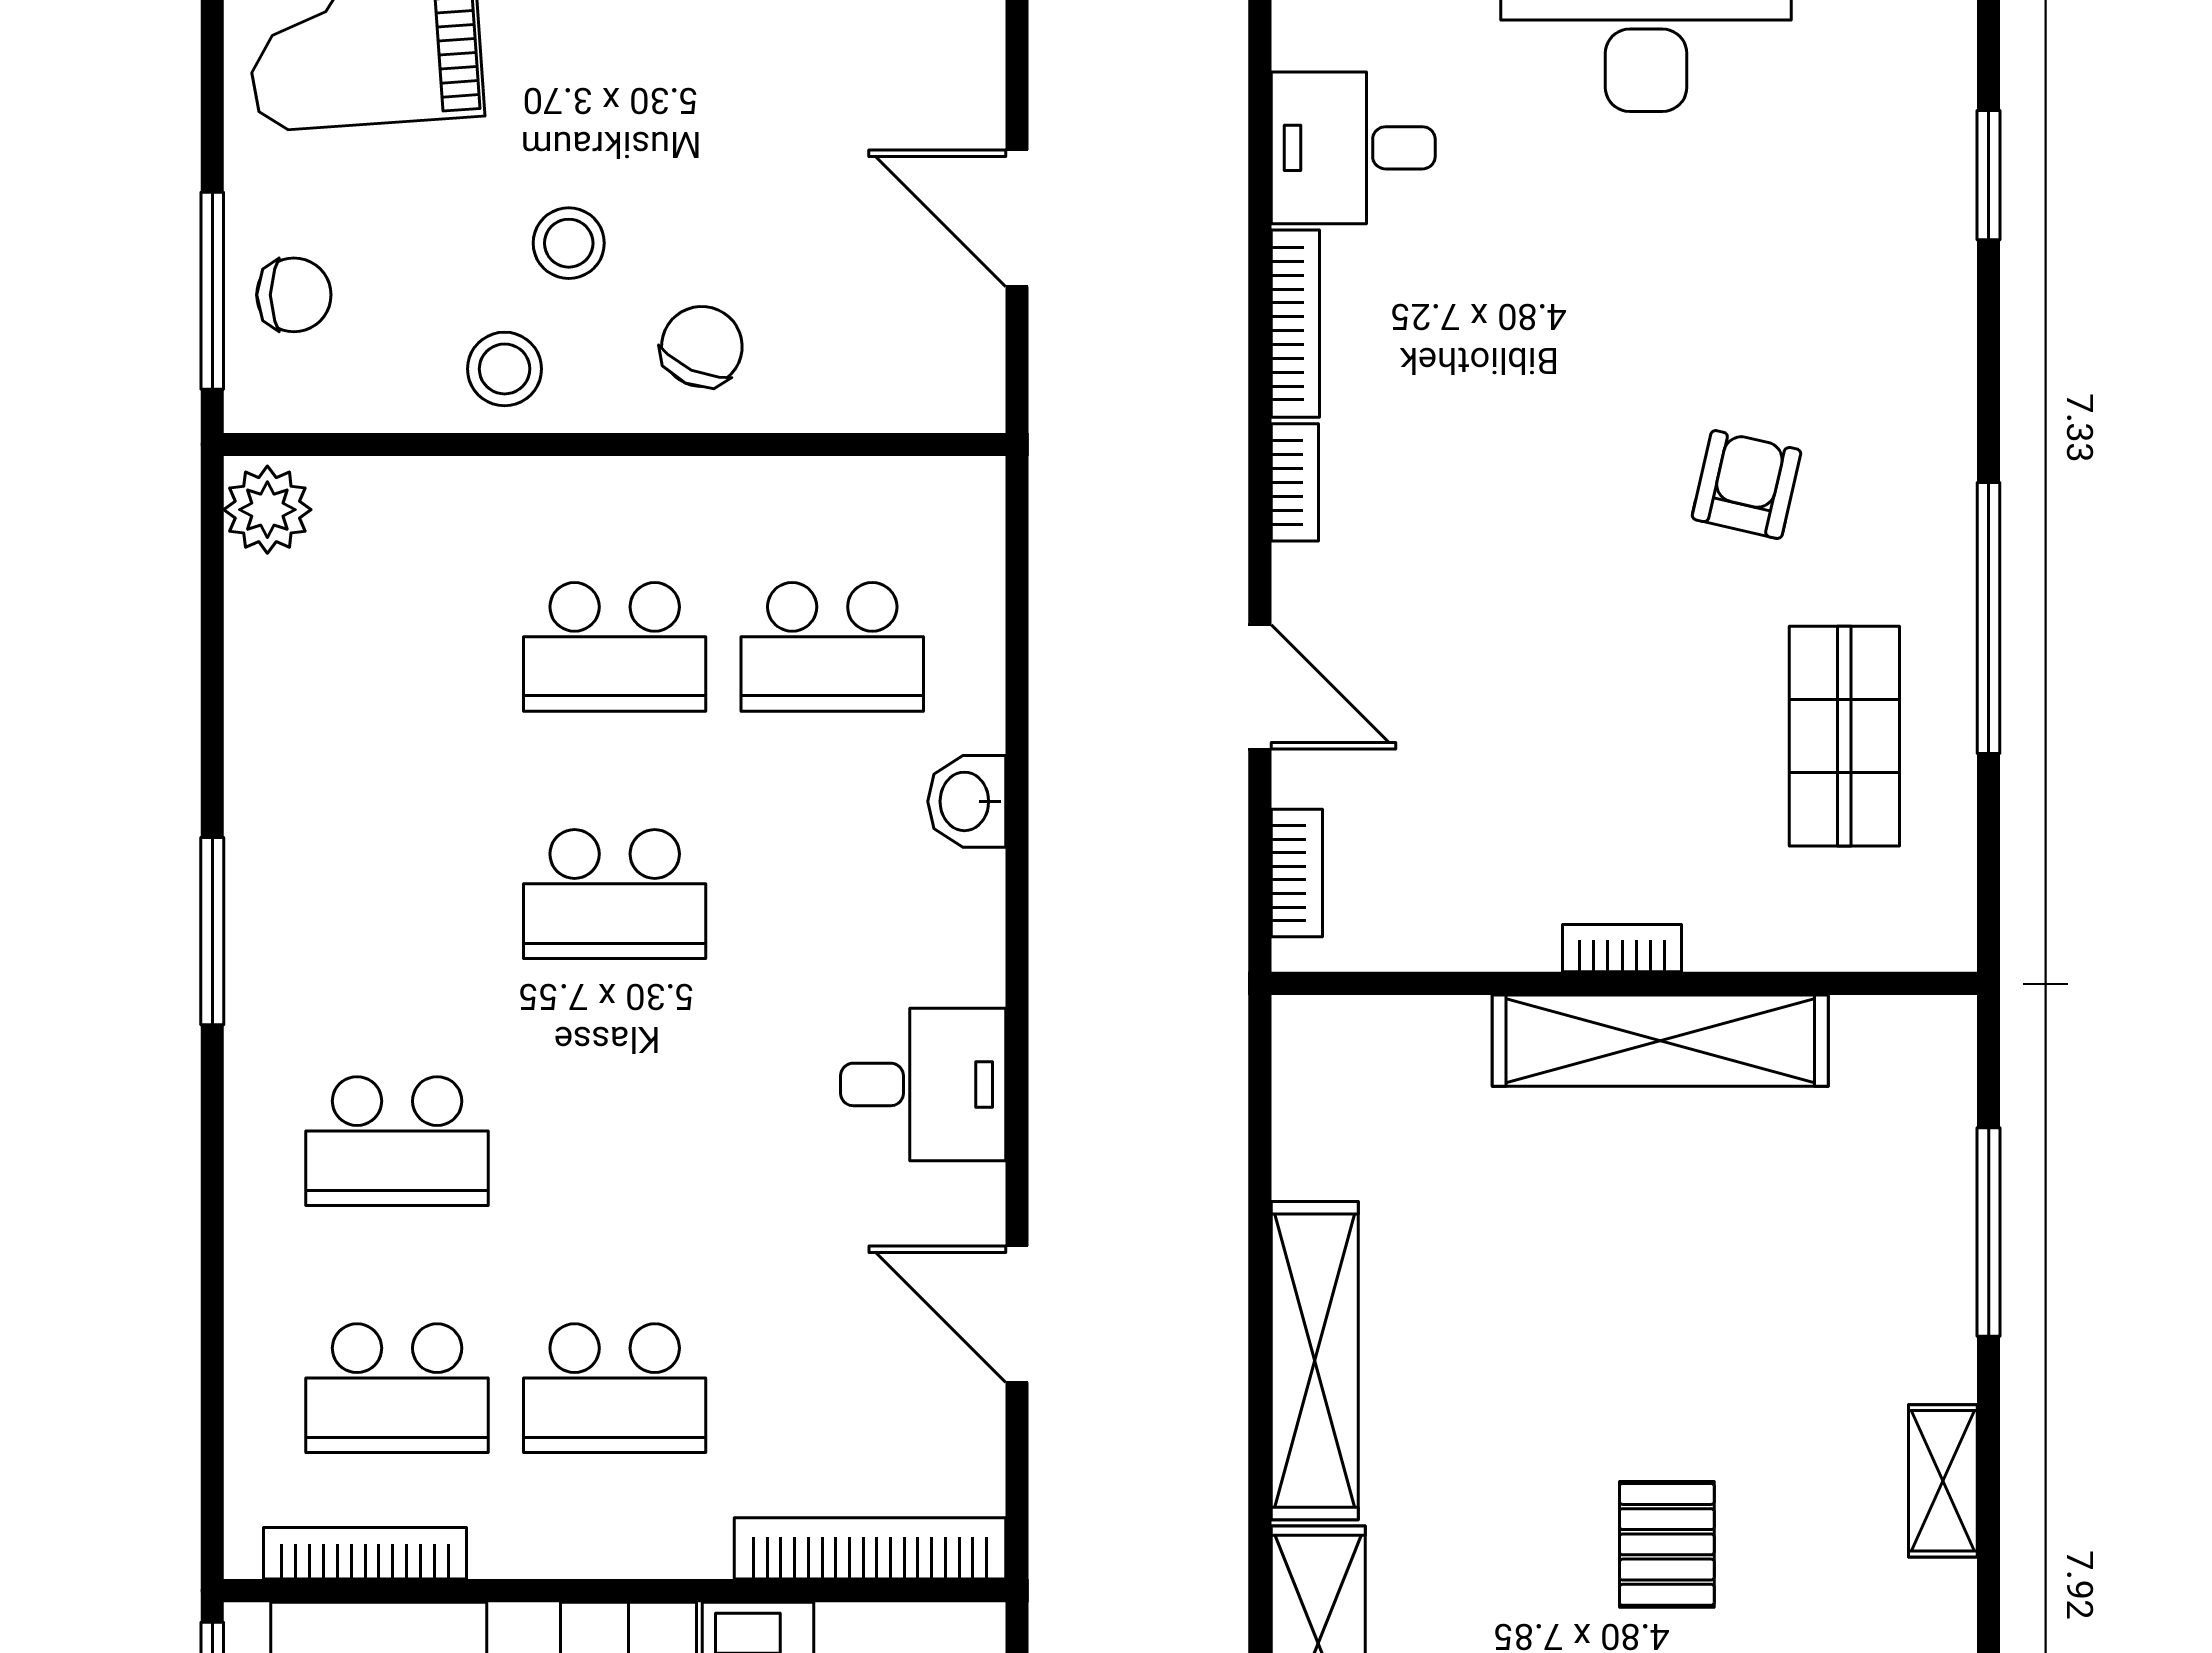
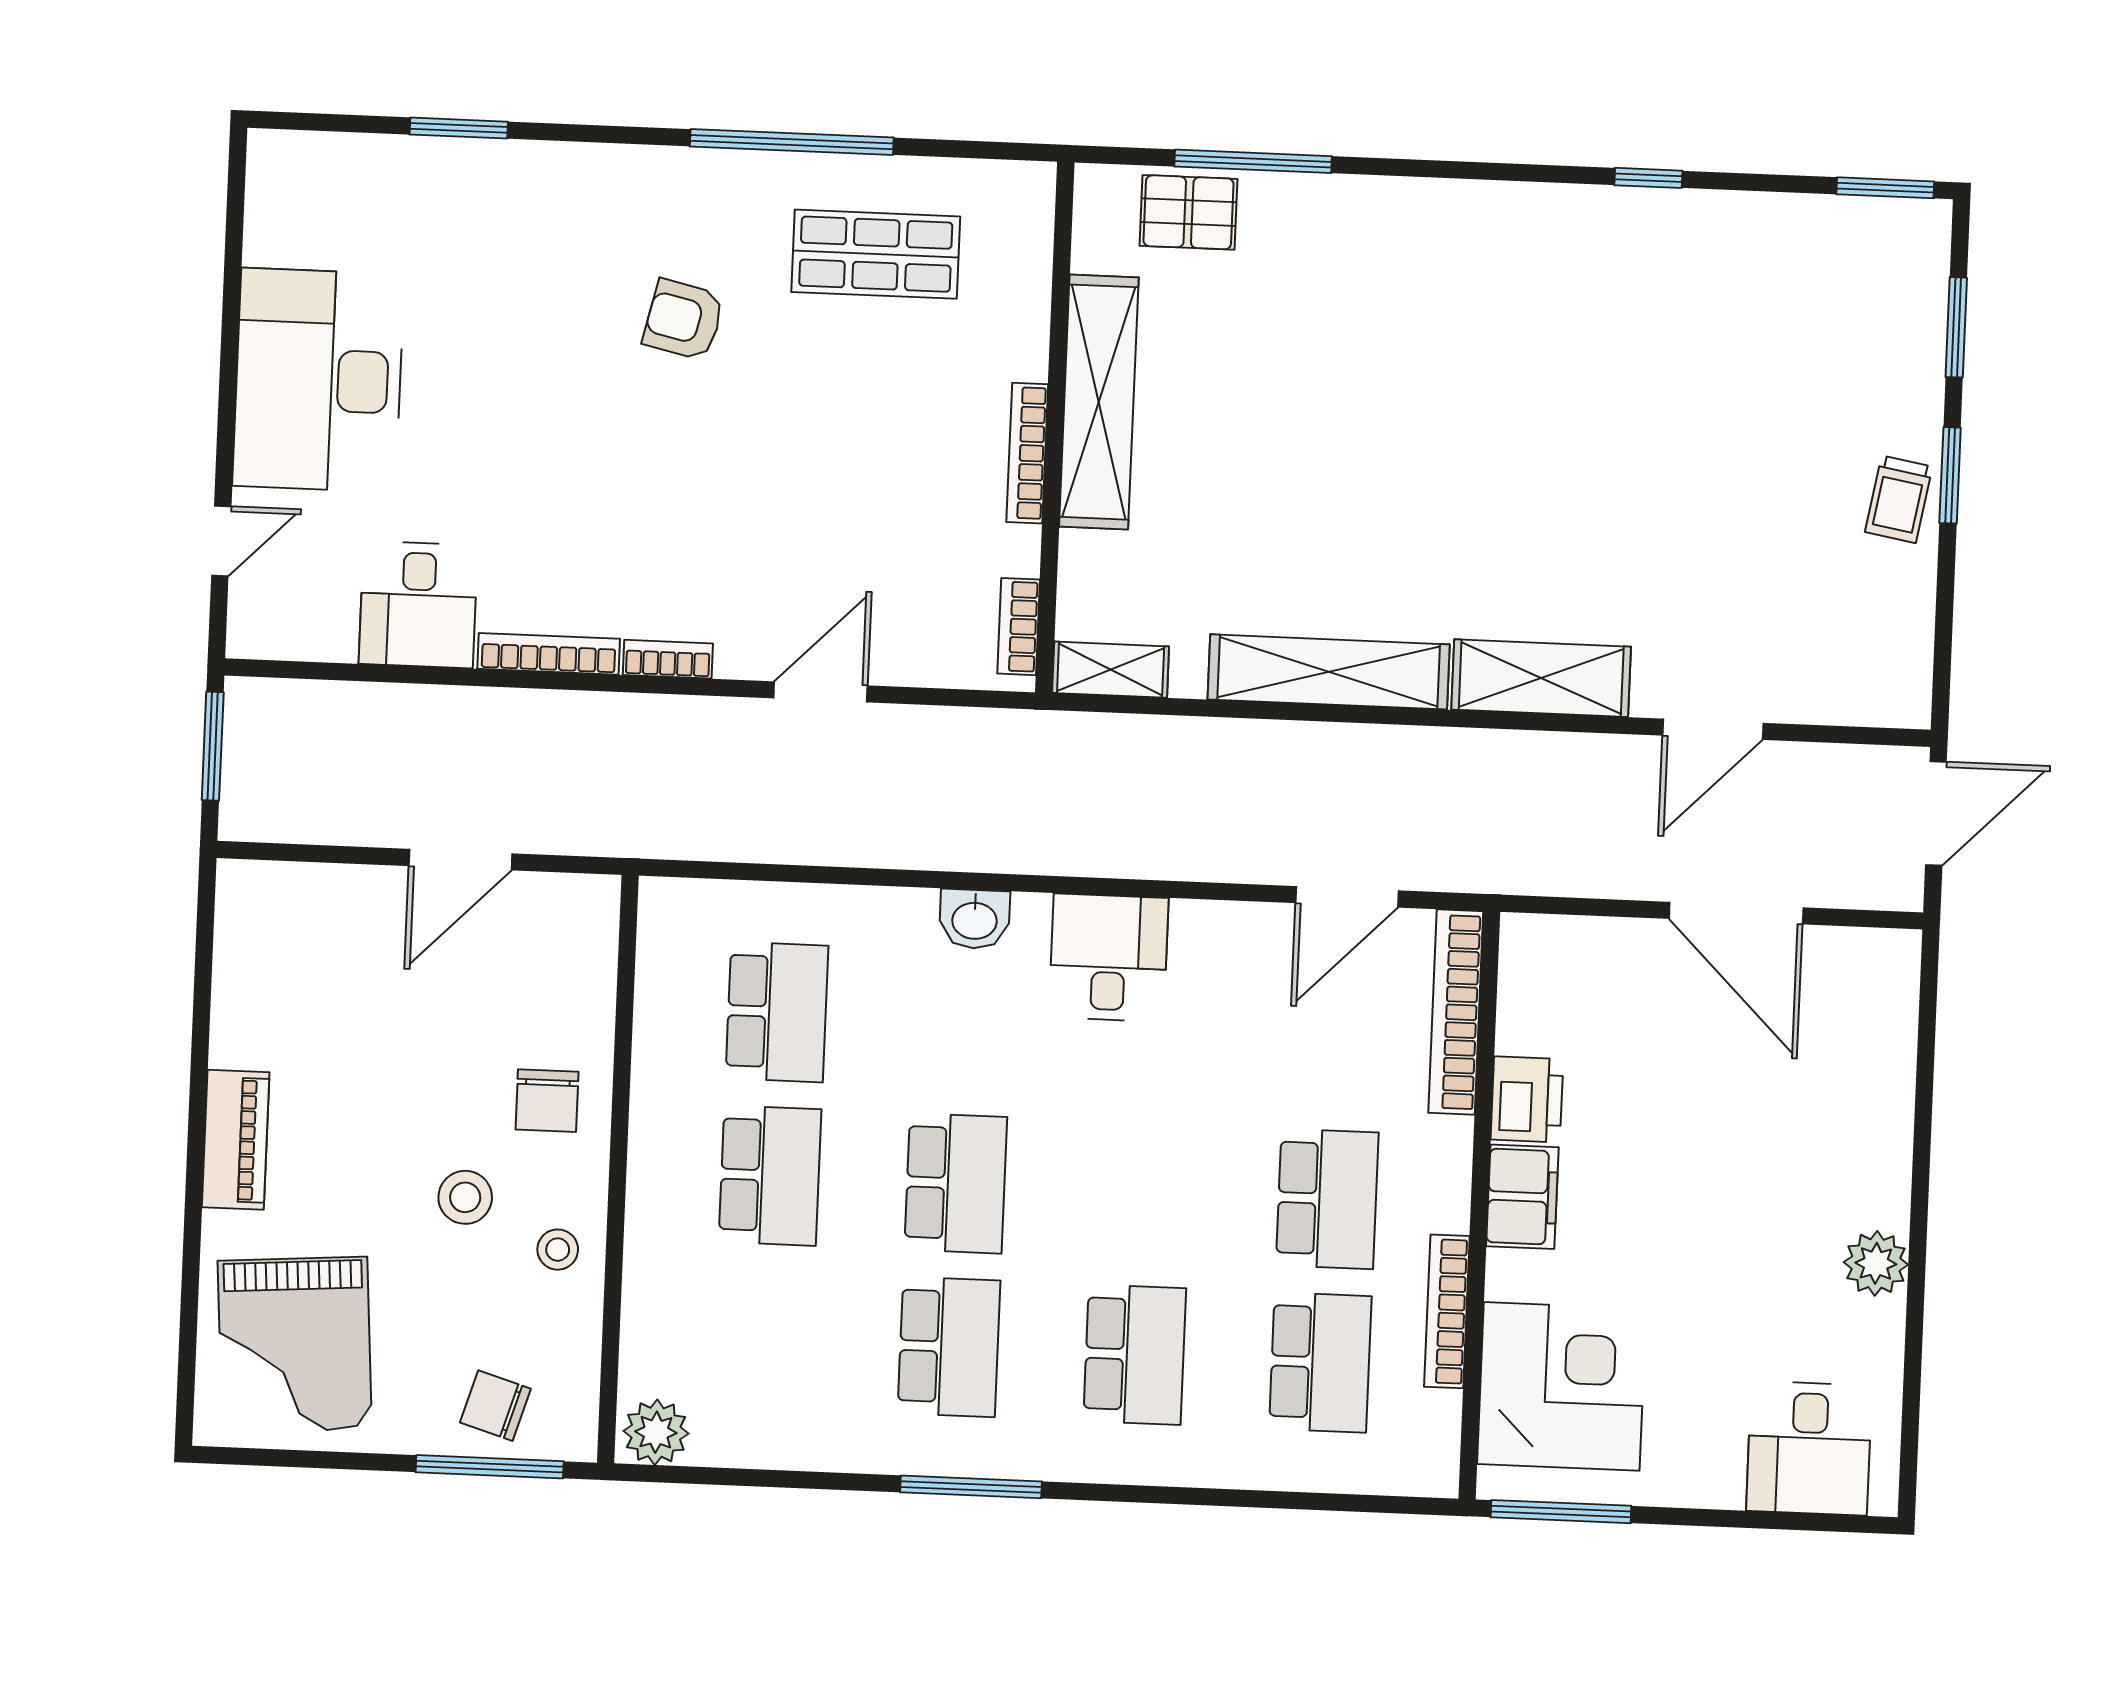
chair: (294, 295) -> (495, 1406), turned -73
chair: (702, 347) -> (547, 1101), turned -114
stool: (505, 369) -> (558, 1250), width x0.73, depth x0.73
washbasin: (967, 801) -> (975, 919), moved
bookcase: (1297, 873) -> (1019, 627), moved, turned -90
school desk: (397, 894) -> (949, 1347), added
bookcase: (1622, 948) -> (1027, 453), width x1.56
door: (1017, 1314) -> (1347, 897), moved
shelving: (1943, 1481) -> (1111, 670), moved
pallet: (1667, 1544) -> (1189, 212), moved
bookcase: (365, 1553) -> (1447, 1311), moved

